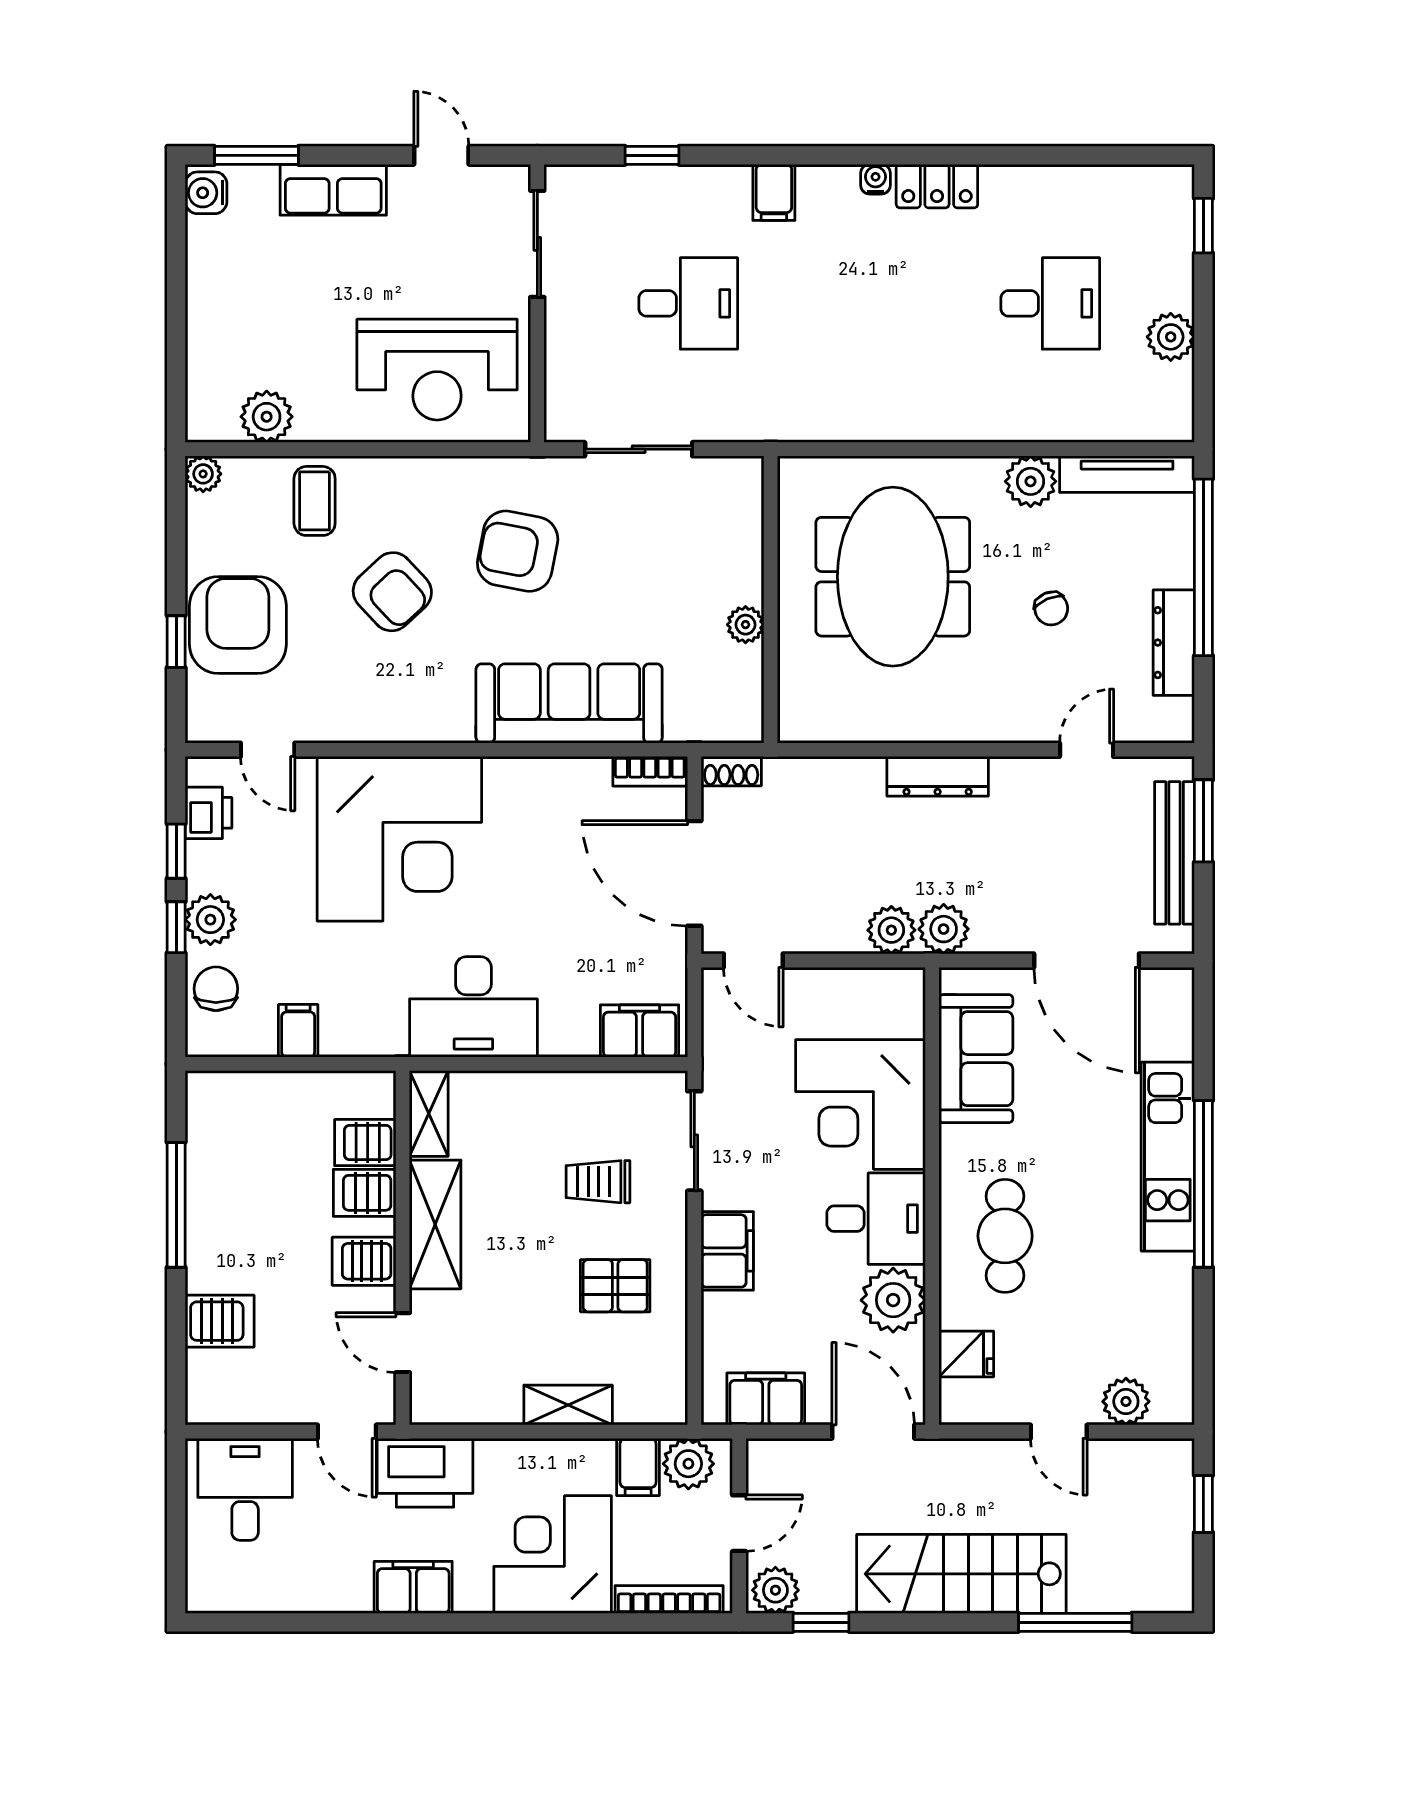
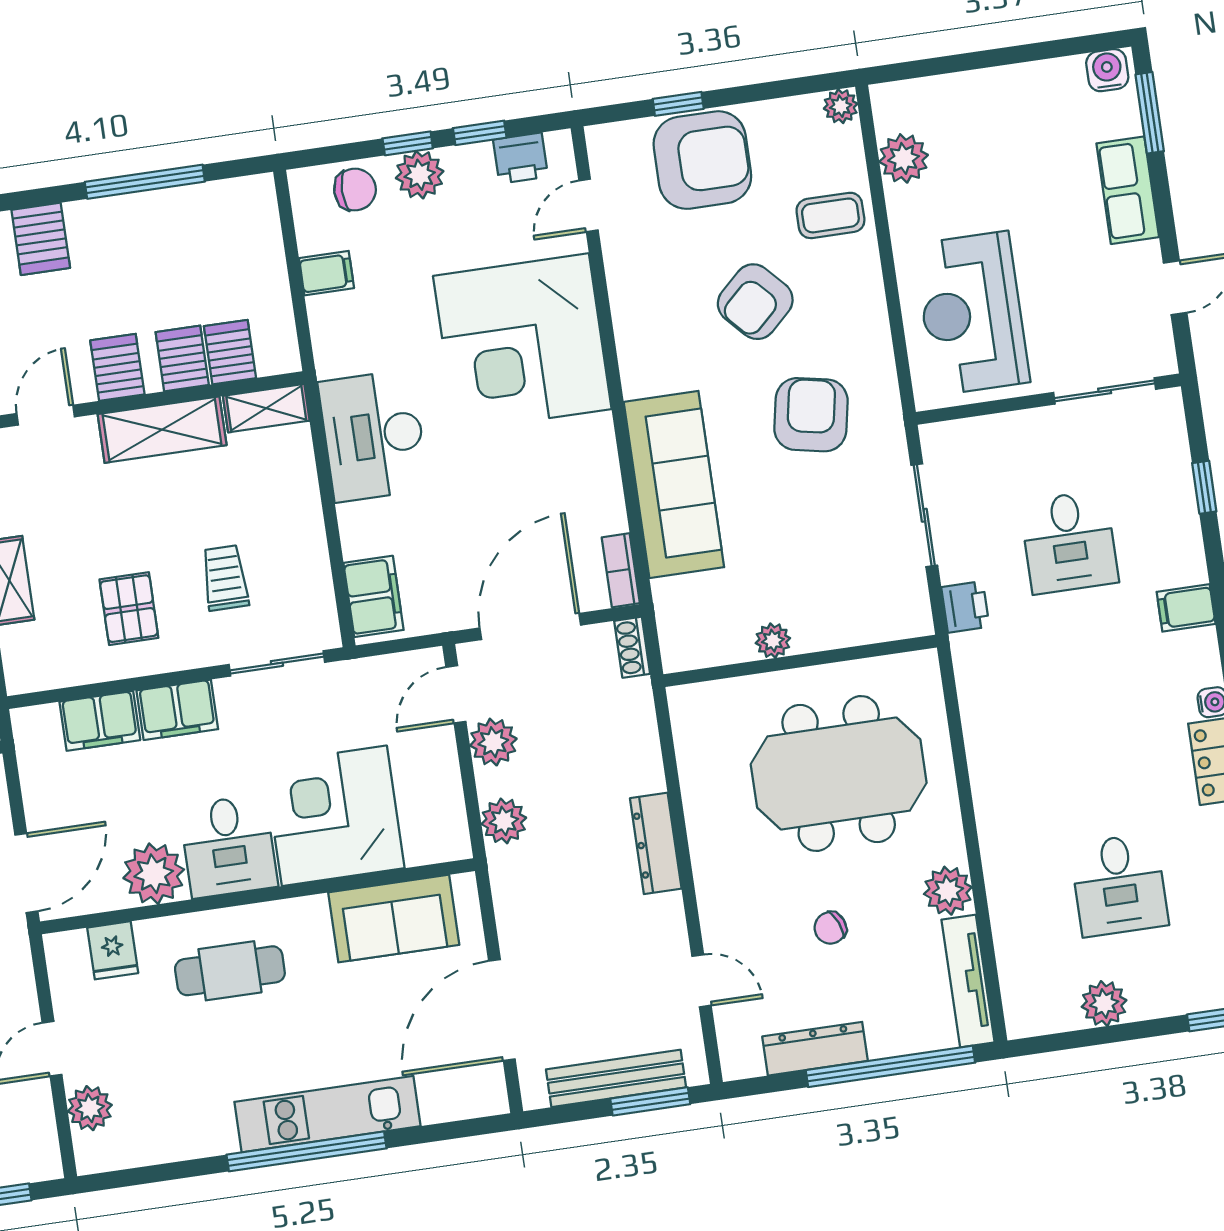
printer: (740, 421) -> (965, 607), added
plant: (944, 929) -> (493, 742), moved
filing cabinet: (766, 1399) -> (100, 721), moved, turned 90

